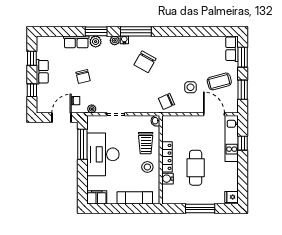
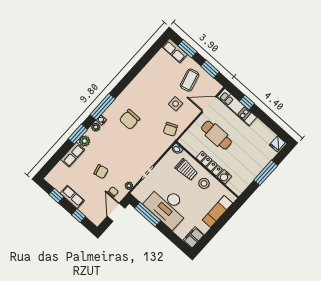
chair: (145, 62) -> (129, 119), turned 61
cafe table: (196, 168) -> (216, 135), moved

